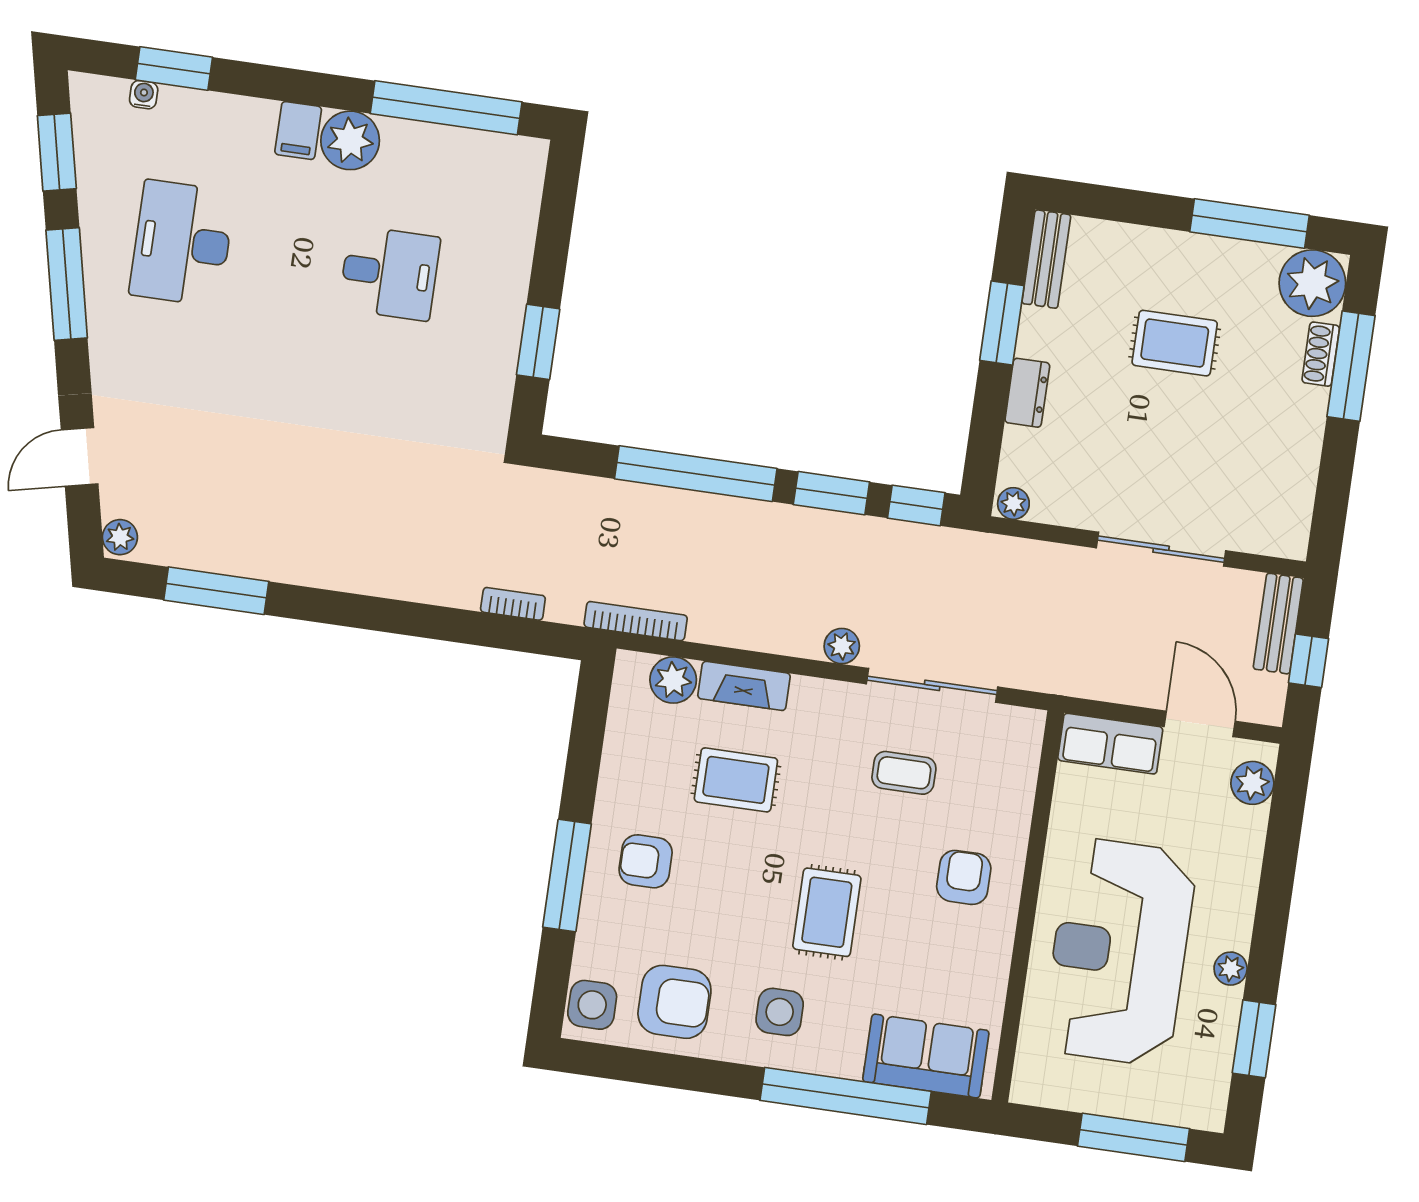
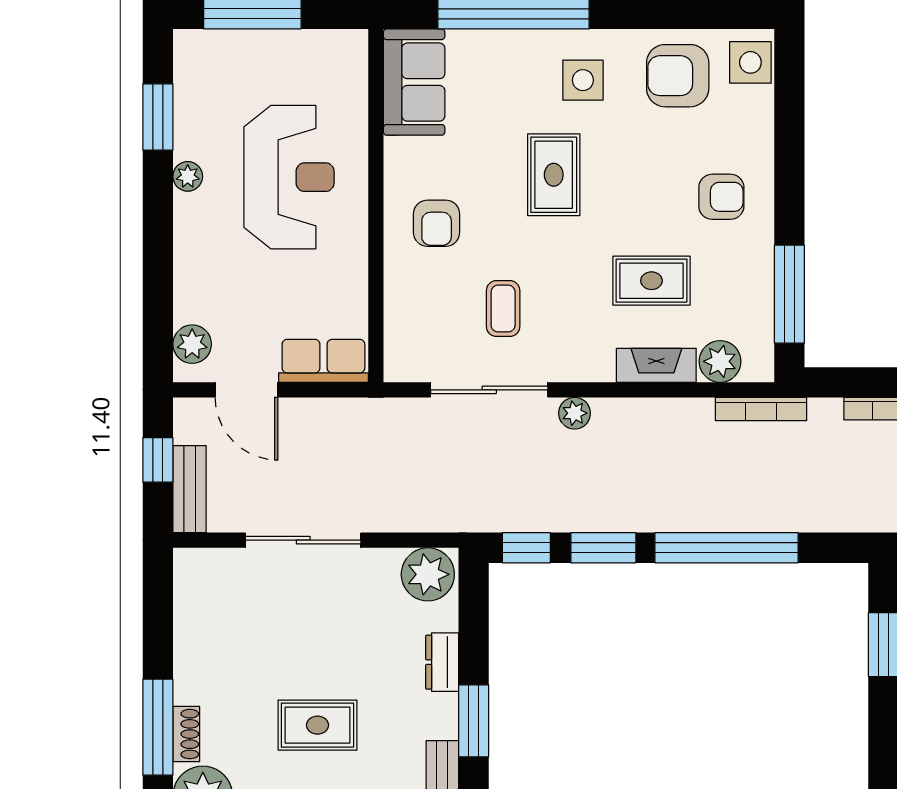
plant: (1013, 503) -> (428, 574), width x1.88, depth x1.88
coffee table: (904, 773) -> (503, 309), turned 90
window: (567, 876) -> (789, 294), moved
reception desk: (1119, 952) -> (289, 177), width x0.74, depth x0.77
sofa: (926, 1056) -> (414, 82), moved, turned -90

